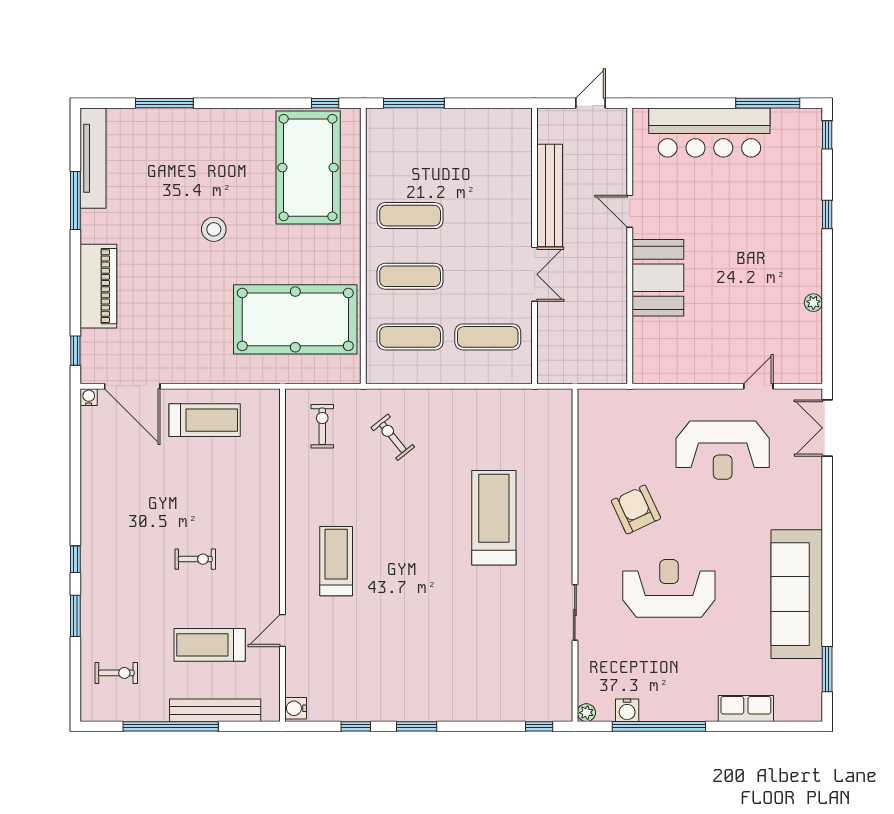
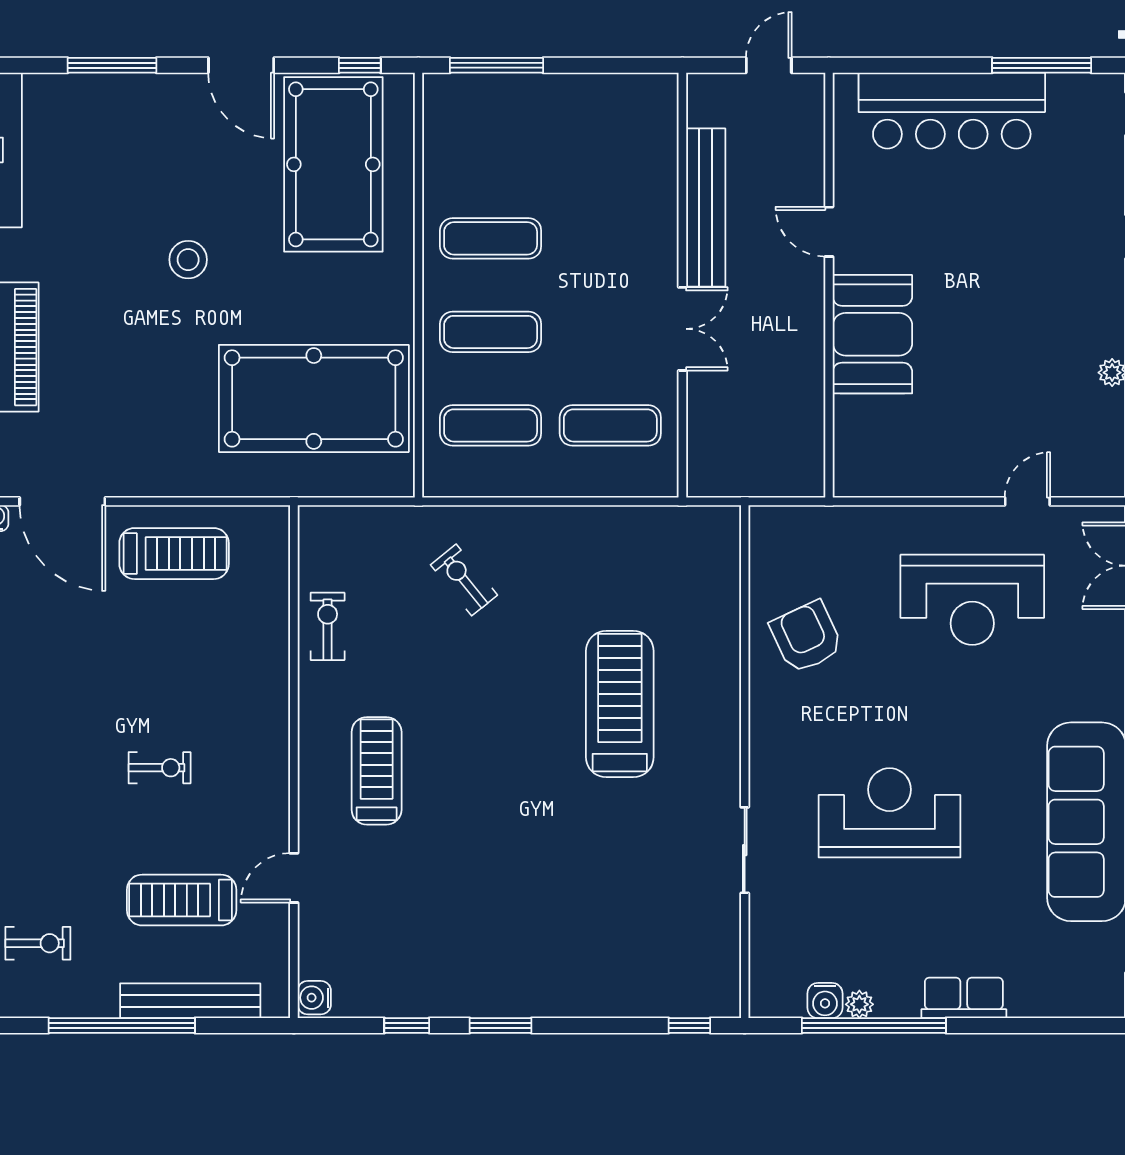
door: (248, 103) -> (241, 65), added
exercise bike: (322, 426) -> (328, 626), moved
armchair: (636, 510) -> (806, 637), moved
row of seats: (746, 708) -> (964, 998), moved
plant: (586, 713) -> (859, 1004), moved

